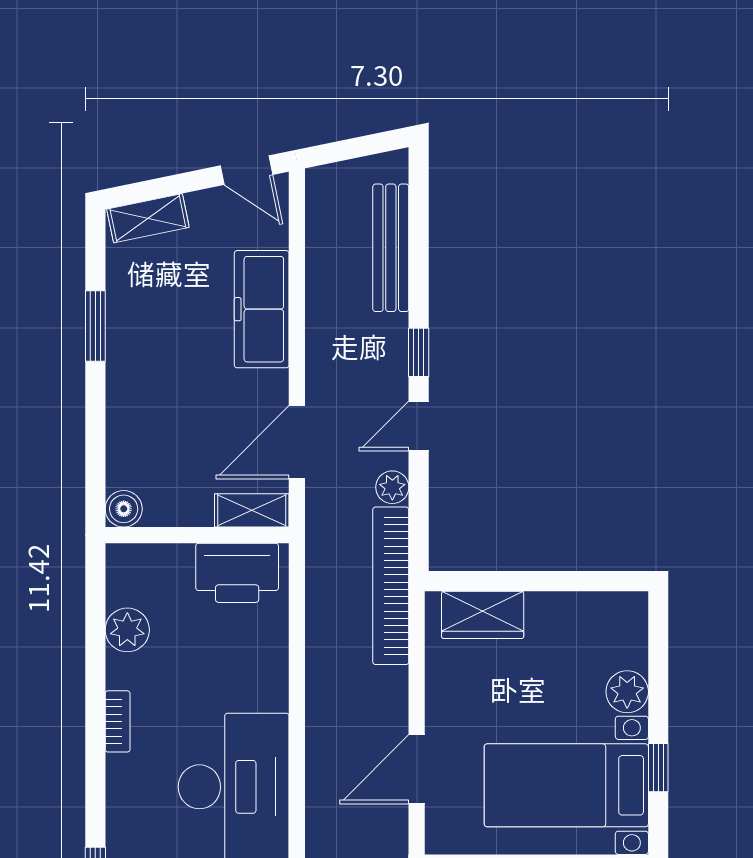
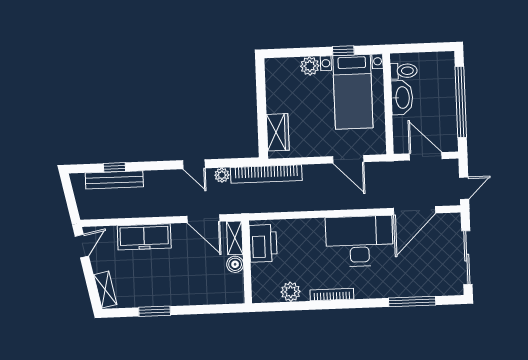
window: (419, 352) -> (114, 167), moved
boiler: (124, 509) -> (235, 264), moved
bookcase: (118, 721) -> (332, 294), width x1.56

